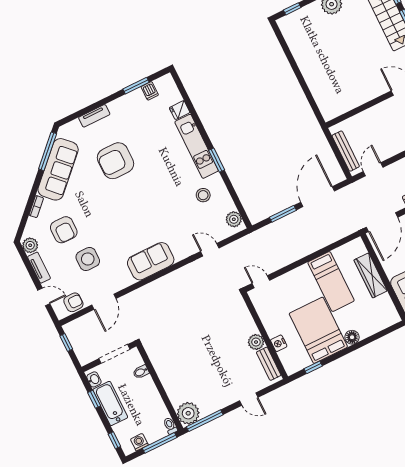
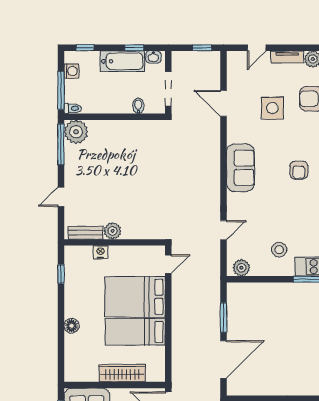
door: (318, 197) -> (223, 359), hinge flipped
armchair: (73, 302) -> (299, 170), moved
bed: (318, 330) -> (135, 297), moved, turned 180

